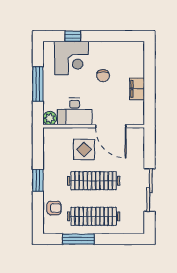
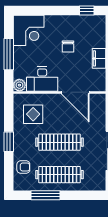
window: (73, 36) -> (87, 10), moved
corner desk: (72, 58) -> (29, 30), moved
display table: (84, 149) -> (33, 114), moved

